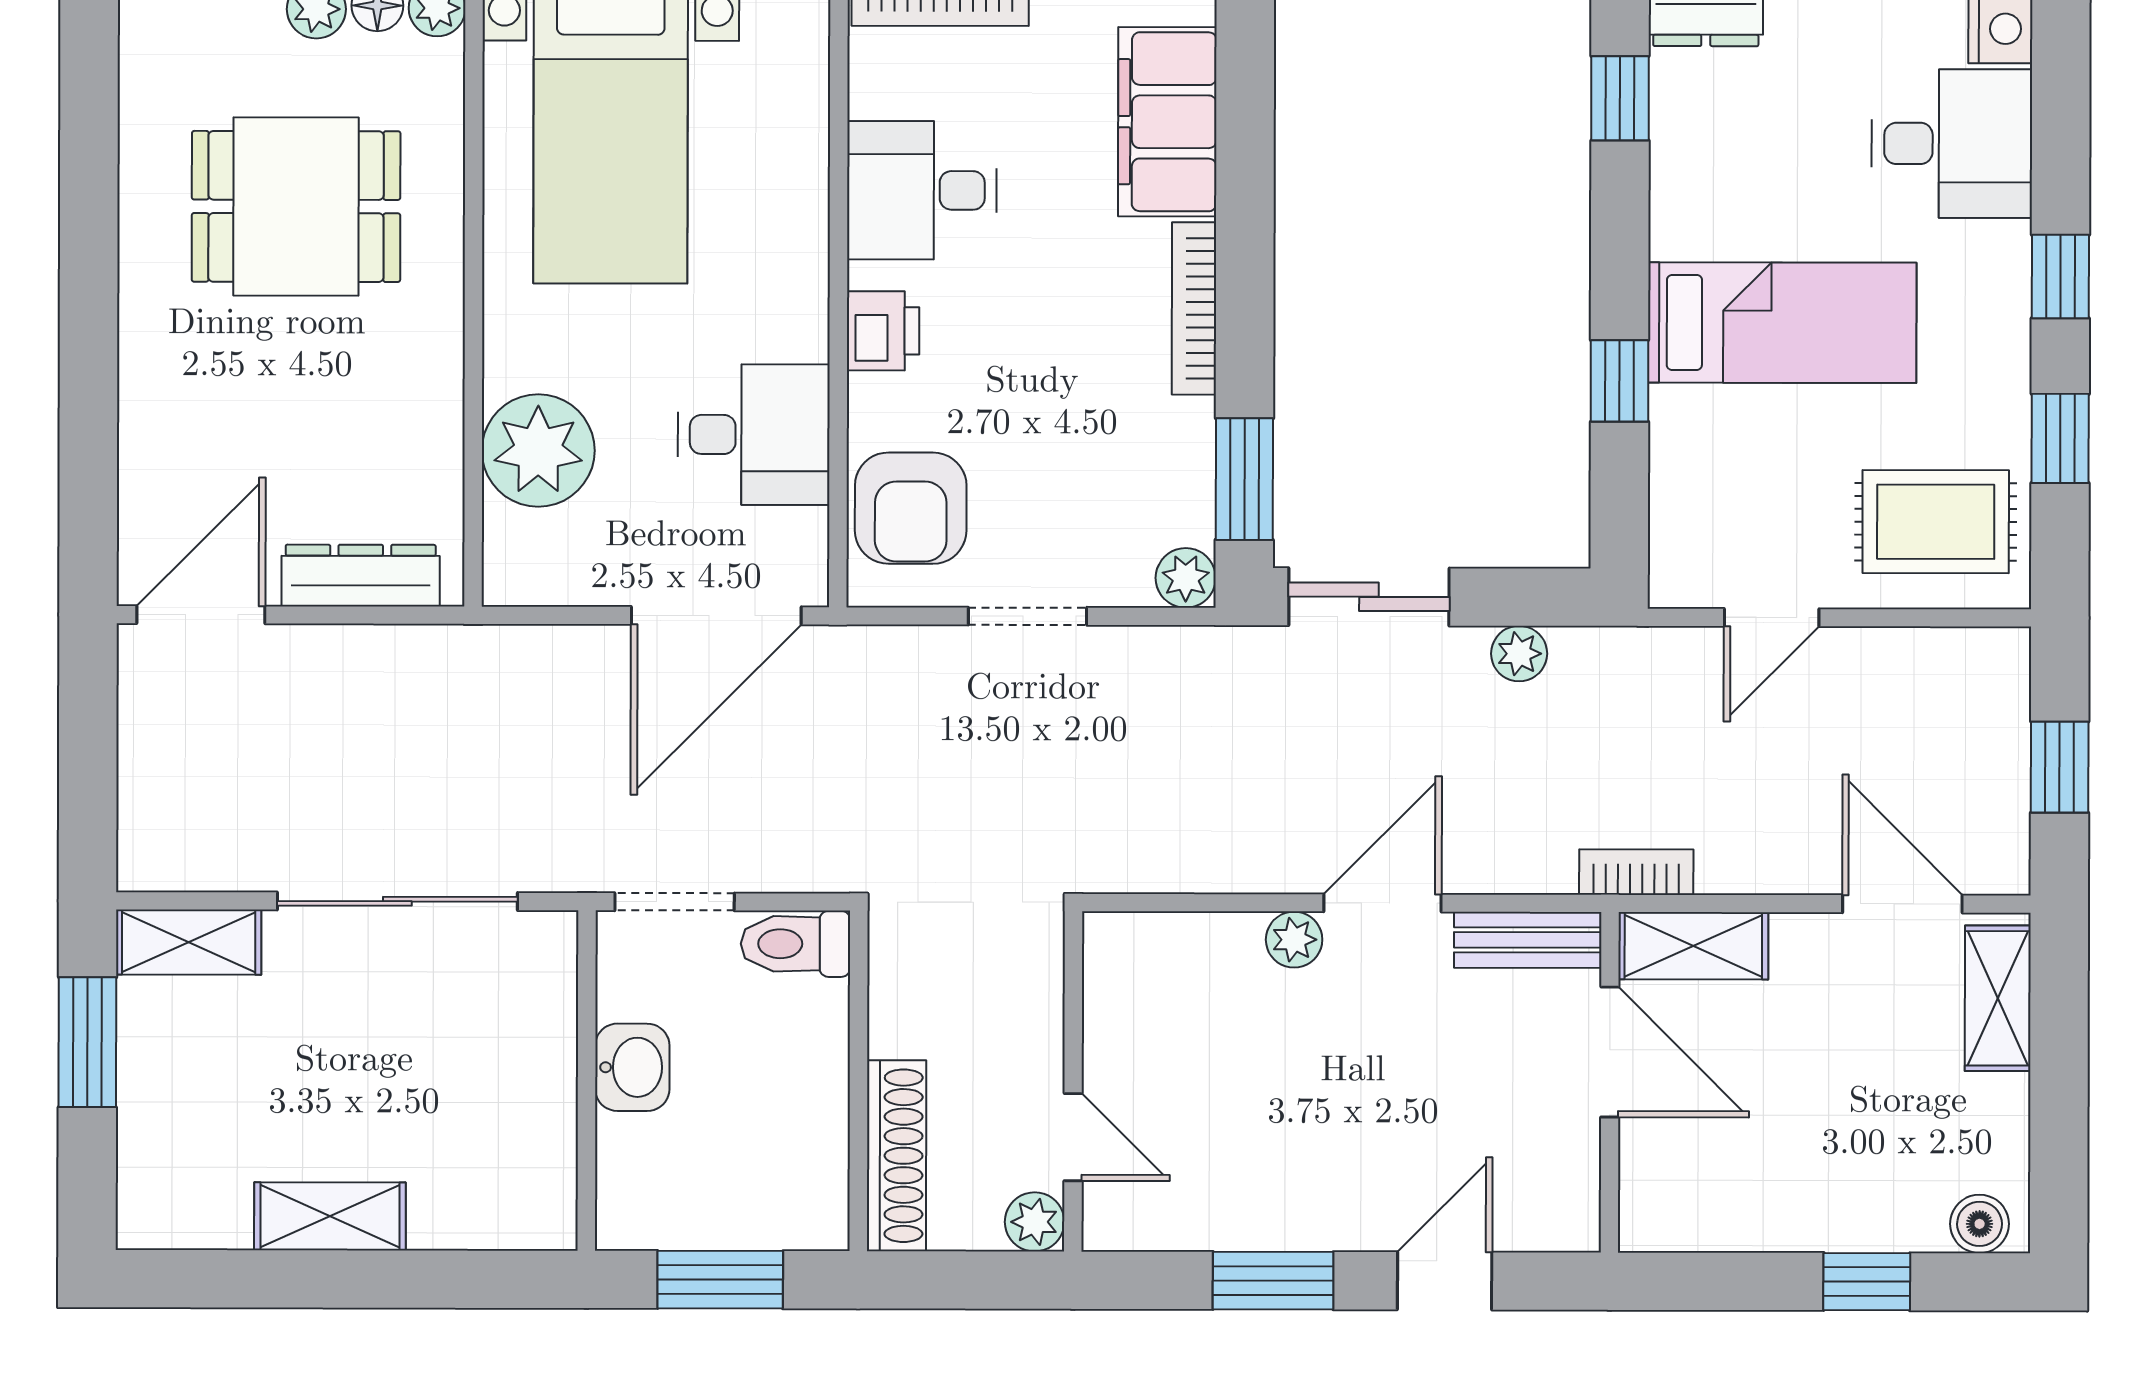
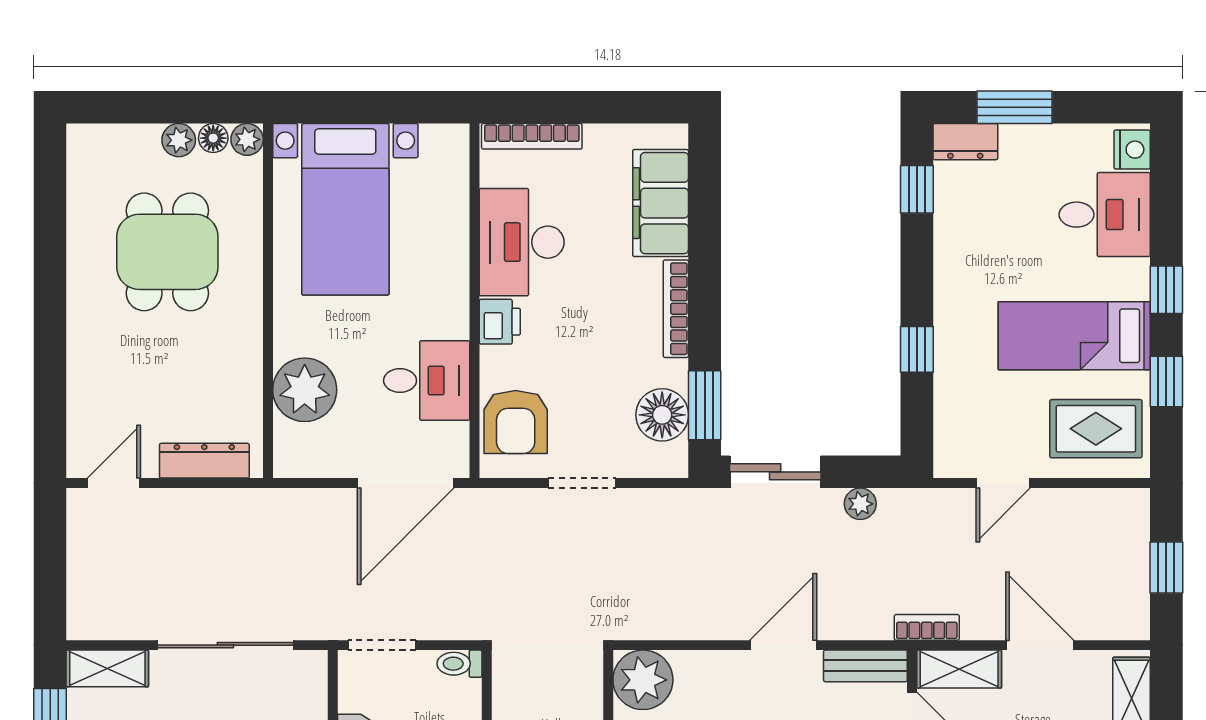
desk: (922, 190) -> (522, 242), width x1.37
dining table: (296, 206) -> (167, 252), turned 90
bed: (1782, 323) -> (1074, 336), moved, turned 180
floor lamp: (1169, 496) -> (662, 415), added
plant: (1186, 578) -> (671, 461), removed
door: (201, 615) -> (114, 483), width x0.73
door: (1902, 904) -> (1040, 645), moved
plant: (1294, 940) -> (643, 680), moved, width x1.87, depth x1.87
toilet: (796, 944) -> (459, 664), width x0.73, depth x0.72

